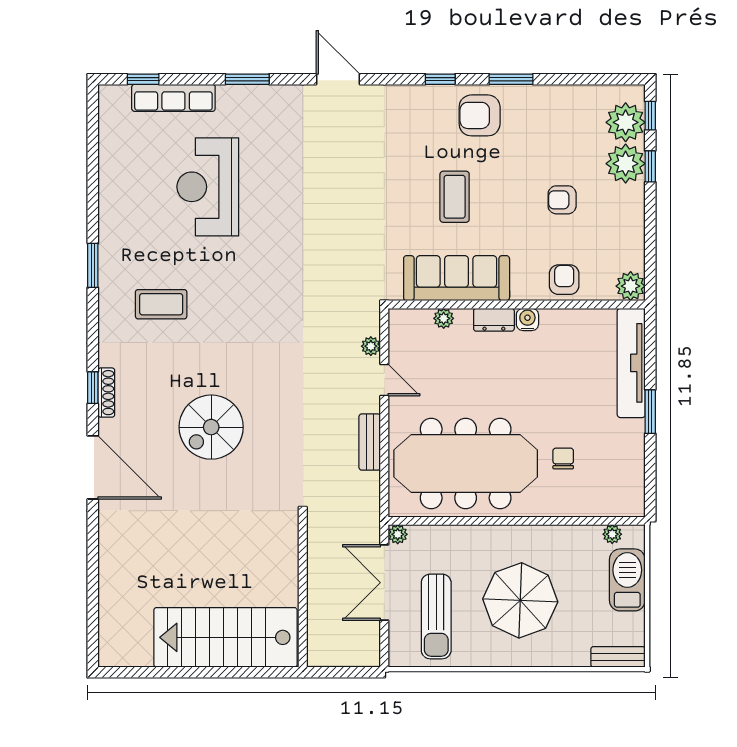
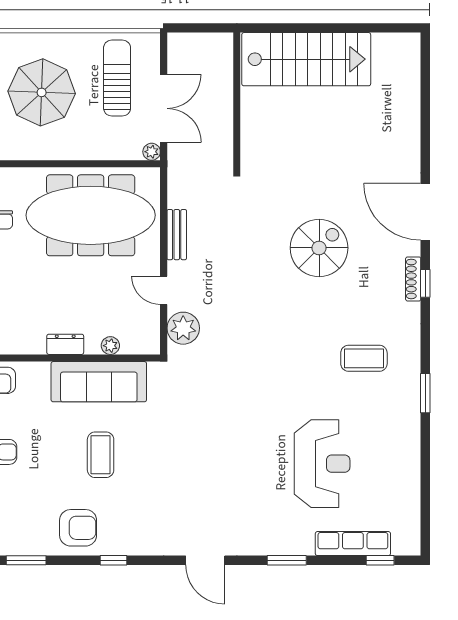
window: (511, 79) -> (26, 560), moved
water cooler: (527, 319) -> (35, 345), removed
plant: (371, 346) -> (183, 328), width x1.88, depth x1.88

